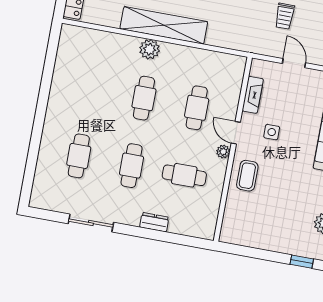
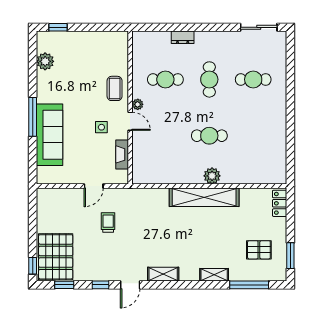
door: (294, 63) -> (94, 186), hinge flipped
cafe table: (144, 98) -> (209, 136), turned 90
cafe table: (197, 108) -> (165, 136), removed
cafe table: (79, 156) -> (253, 79), turned 90
sliding door: (91, 223) -> (259, 27), moved

